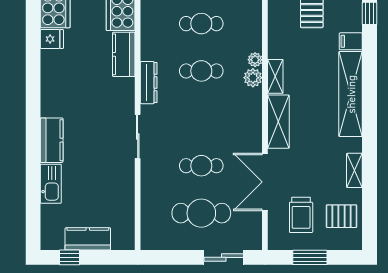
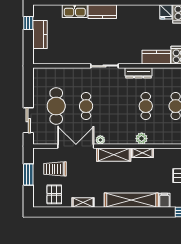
plant: (255, 60) -> (100, 140), moved

